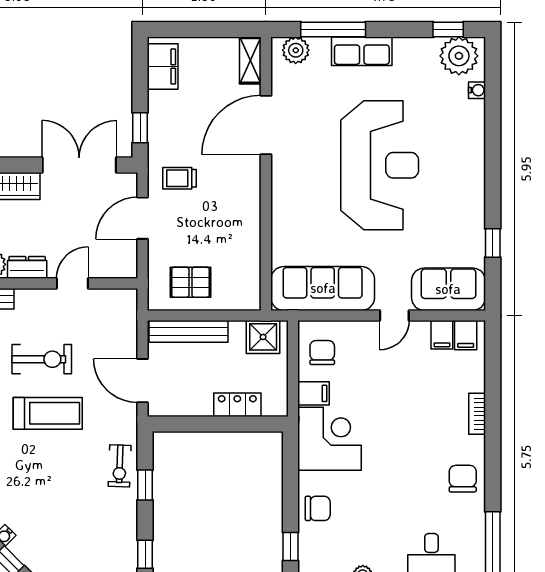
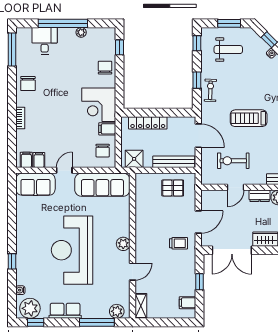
row of seats: (362, 51) -> (65, 311), moved
filing cabinet: (163, 66) -> (187, 303), width x0.50
door: (266, 125) -> (133, 272), width x0.53
window: (140, 128) -> (199, 282), moved
plant: (284, 177) -> (123, 244), added
window: (493, 243) -> (12, 261), moved
exercise bike: (42, 359) -> (233, 161), moved
locker: (237, 405) -> (148, 123), width x1.53
chair: (318, 508) -> (105, 68), turned 90
weight bench: (86, 543) -> (228, 50), added

